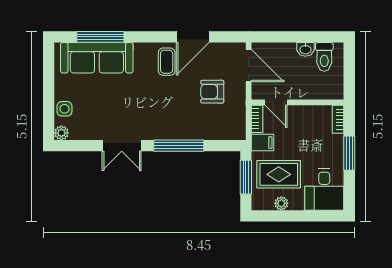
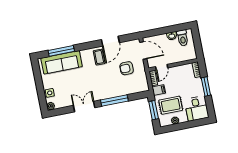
door: (276, 102) -> (162, 67), hinge flipped
double door: (122, 146) -> (84, 107), swing flipped

